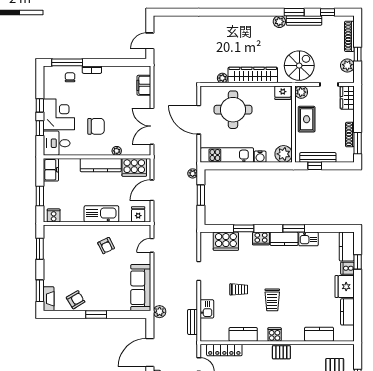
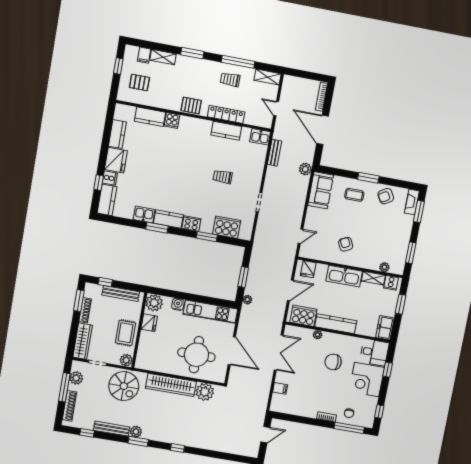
window: (235, 12) -> (177, 448), added
window: (294, 12) -> (138, 441), moved
window: (358, 54) -> (64, 387), width x2.17
spiral stairs: (299, 66) -> (124, 386), turned -90
plant: (222, 78) -> (205, 392), width x1.87, depth x1.87
filing cabinet: (144, 85) -> (280, 388), width x0.50
fridge: (283, 93) -> (149, 323), moved, turned 90
wardrobe: (347, 98) -> (83, 341), width x1.50
window: (40, 105) -> (379, 411), moved
window: (315, 166) -> (105, 282), moved
shelving: (72, 217) -> (373, 278), added
plant: (63, 230) -> (384, 267), added
sofa: (141, 288) -> (321, 190), width x0.73
coffee table: (107, 295) -> (354, 195), added
trolley: (272, 300) -> (191, 160), removed
kitchen sink: (207, 309) -> (260, 137), moved, turned -90
cooker: (275, 335) -> (172, 120), moved
locker: (224, 350) -> (226, 114), moved
door: (150, 353) -> (323, 130), swing flipped

